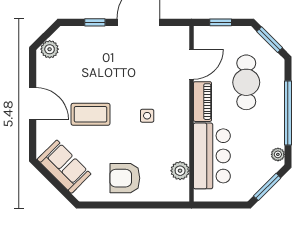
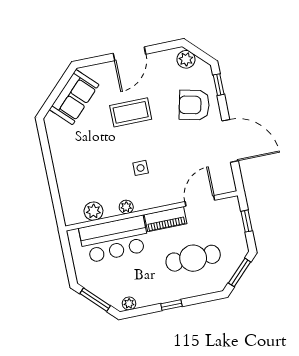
window: (95, 22) -> (219, 85), moved
door: (191, 64) -> (200, 201), swing flipped
window: (288, 113) -> (171, 305), width x0.32
coffee table: (91, 114) -> (131, 112), turned 90
plant: (182, 138) -> (126, 207), added
armchair: (125, 178) -> (194, 105), moved, turned -77

